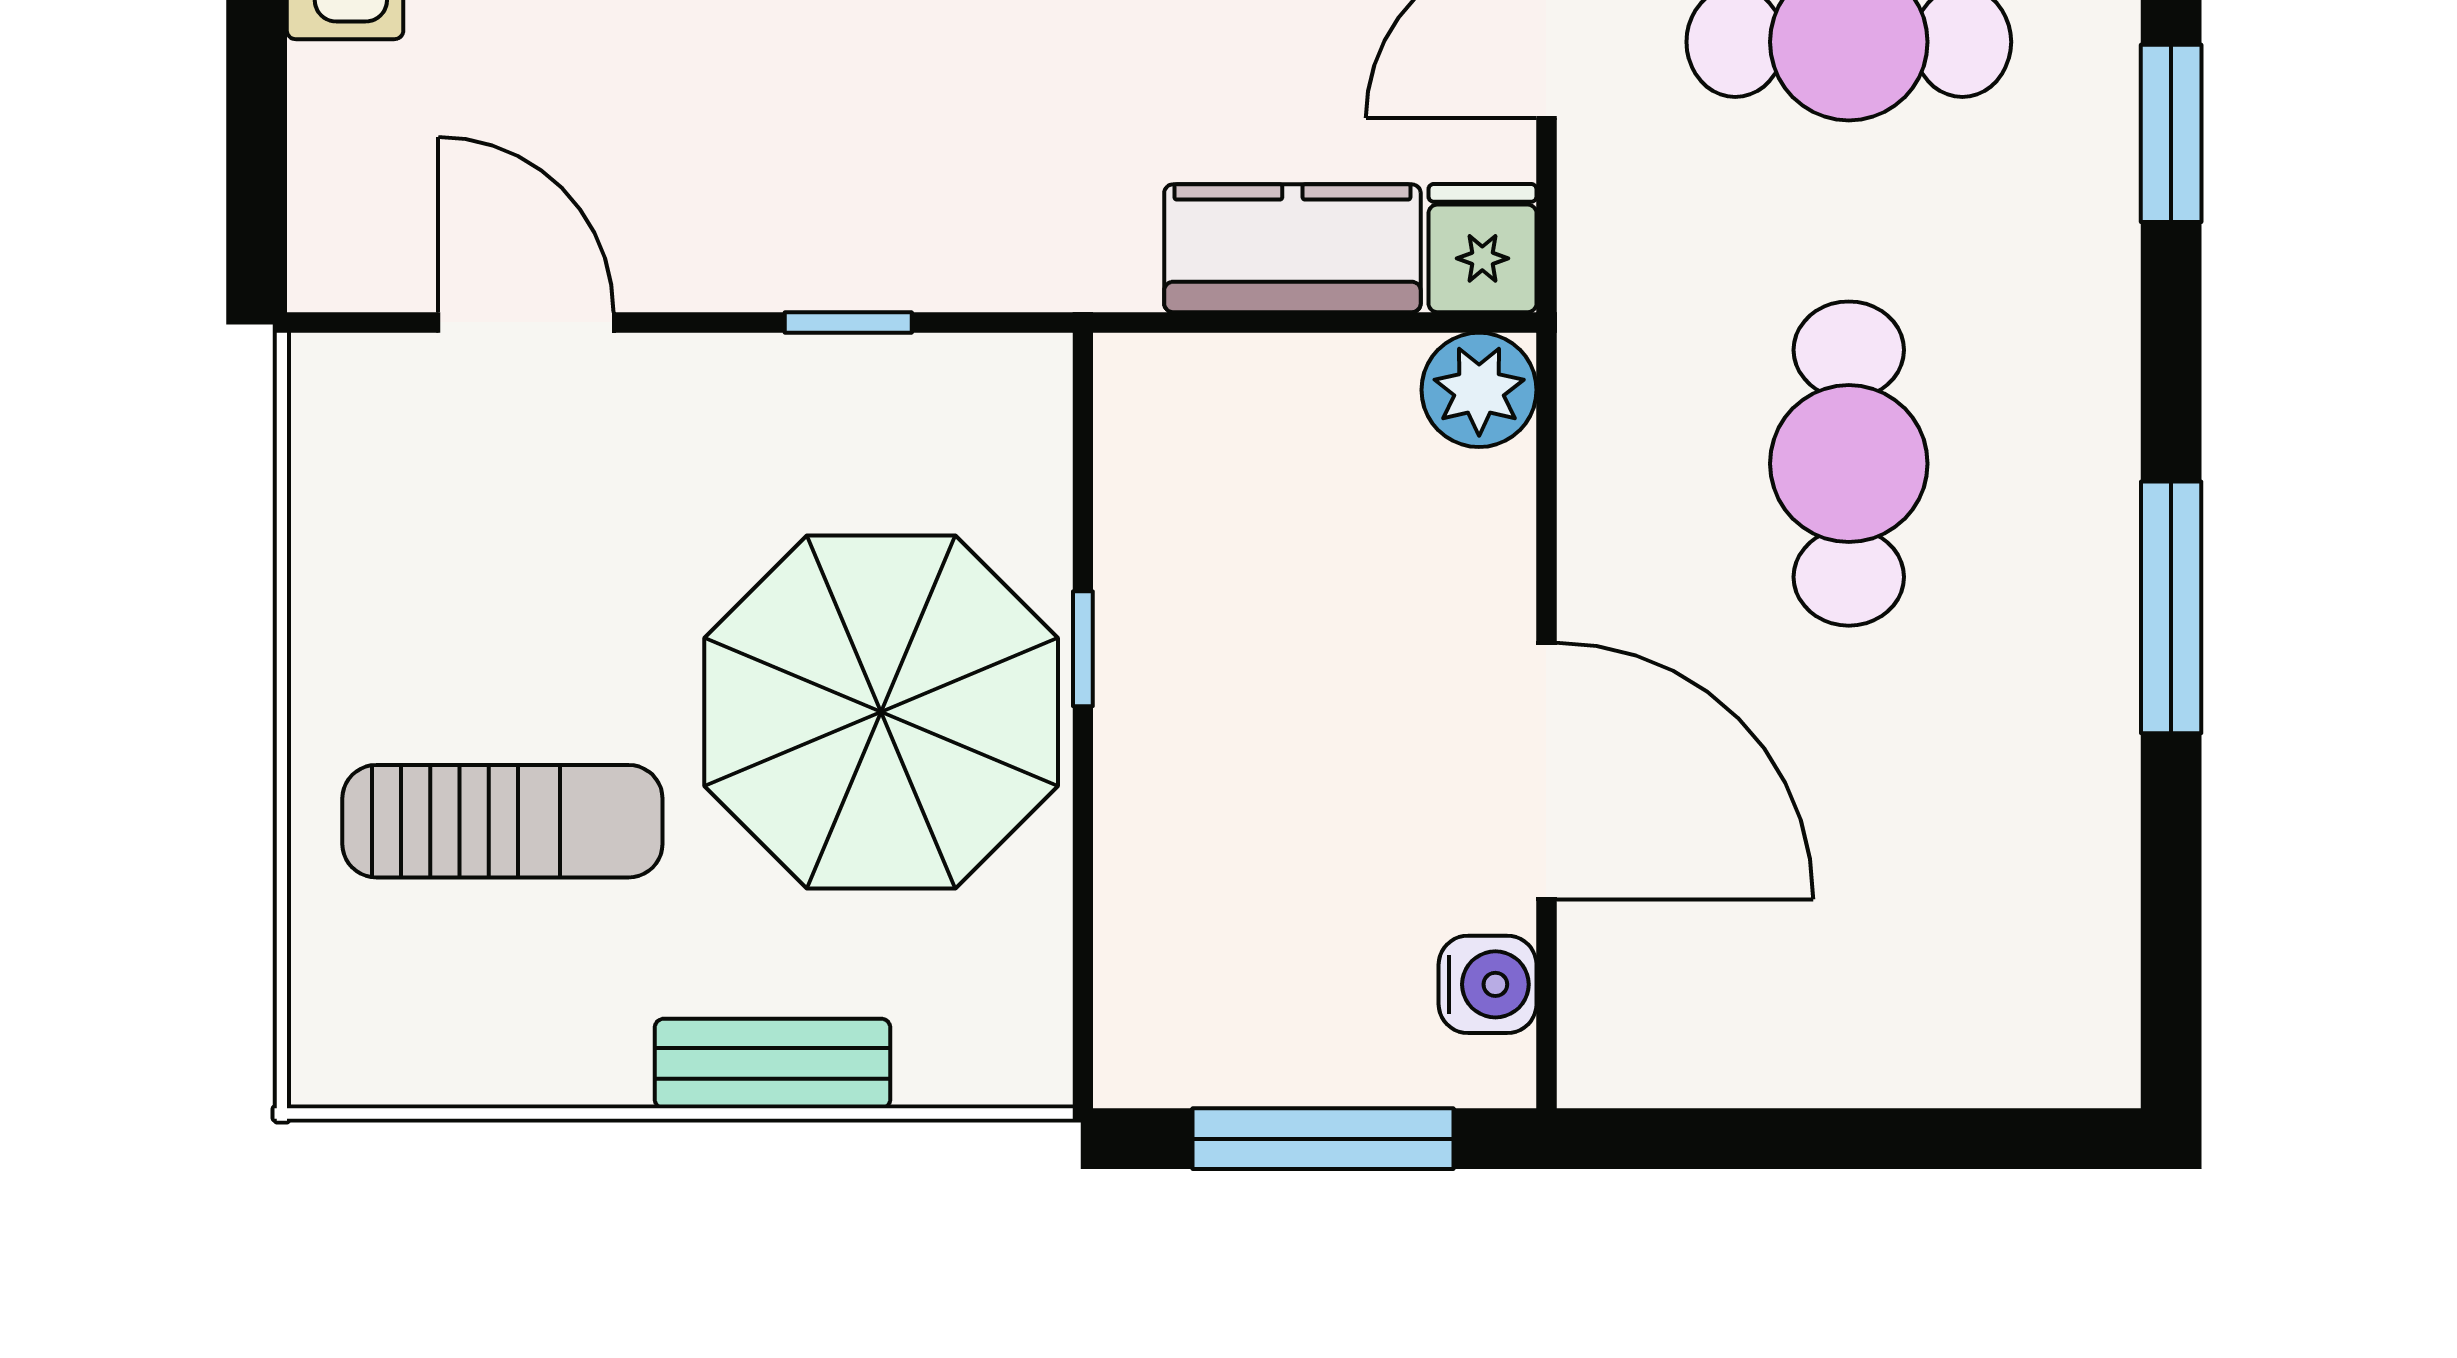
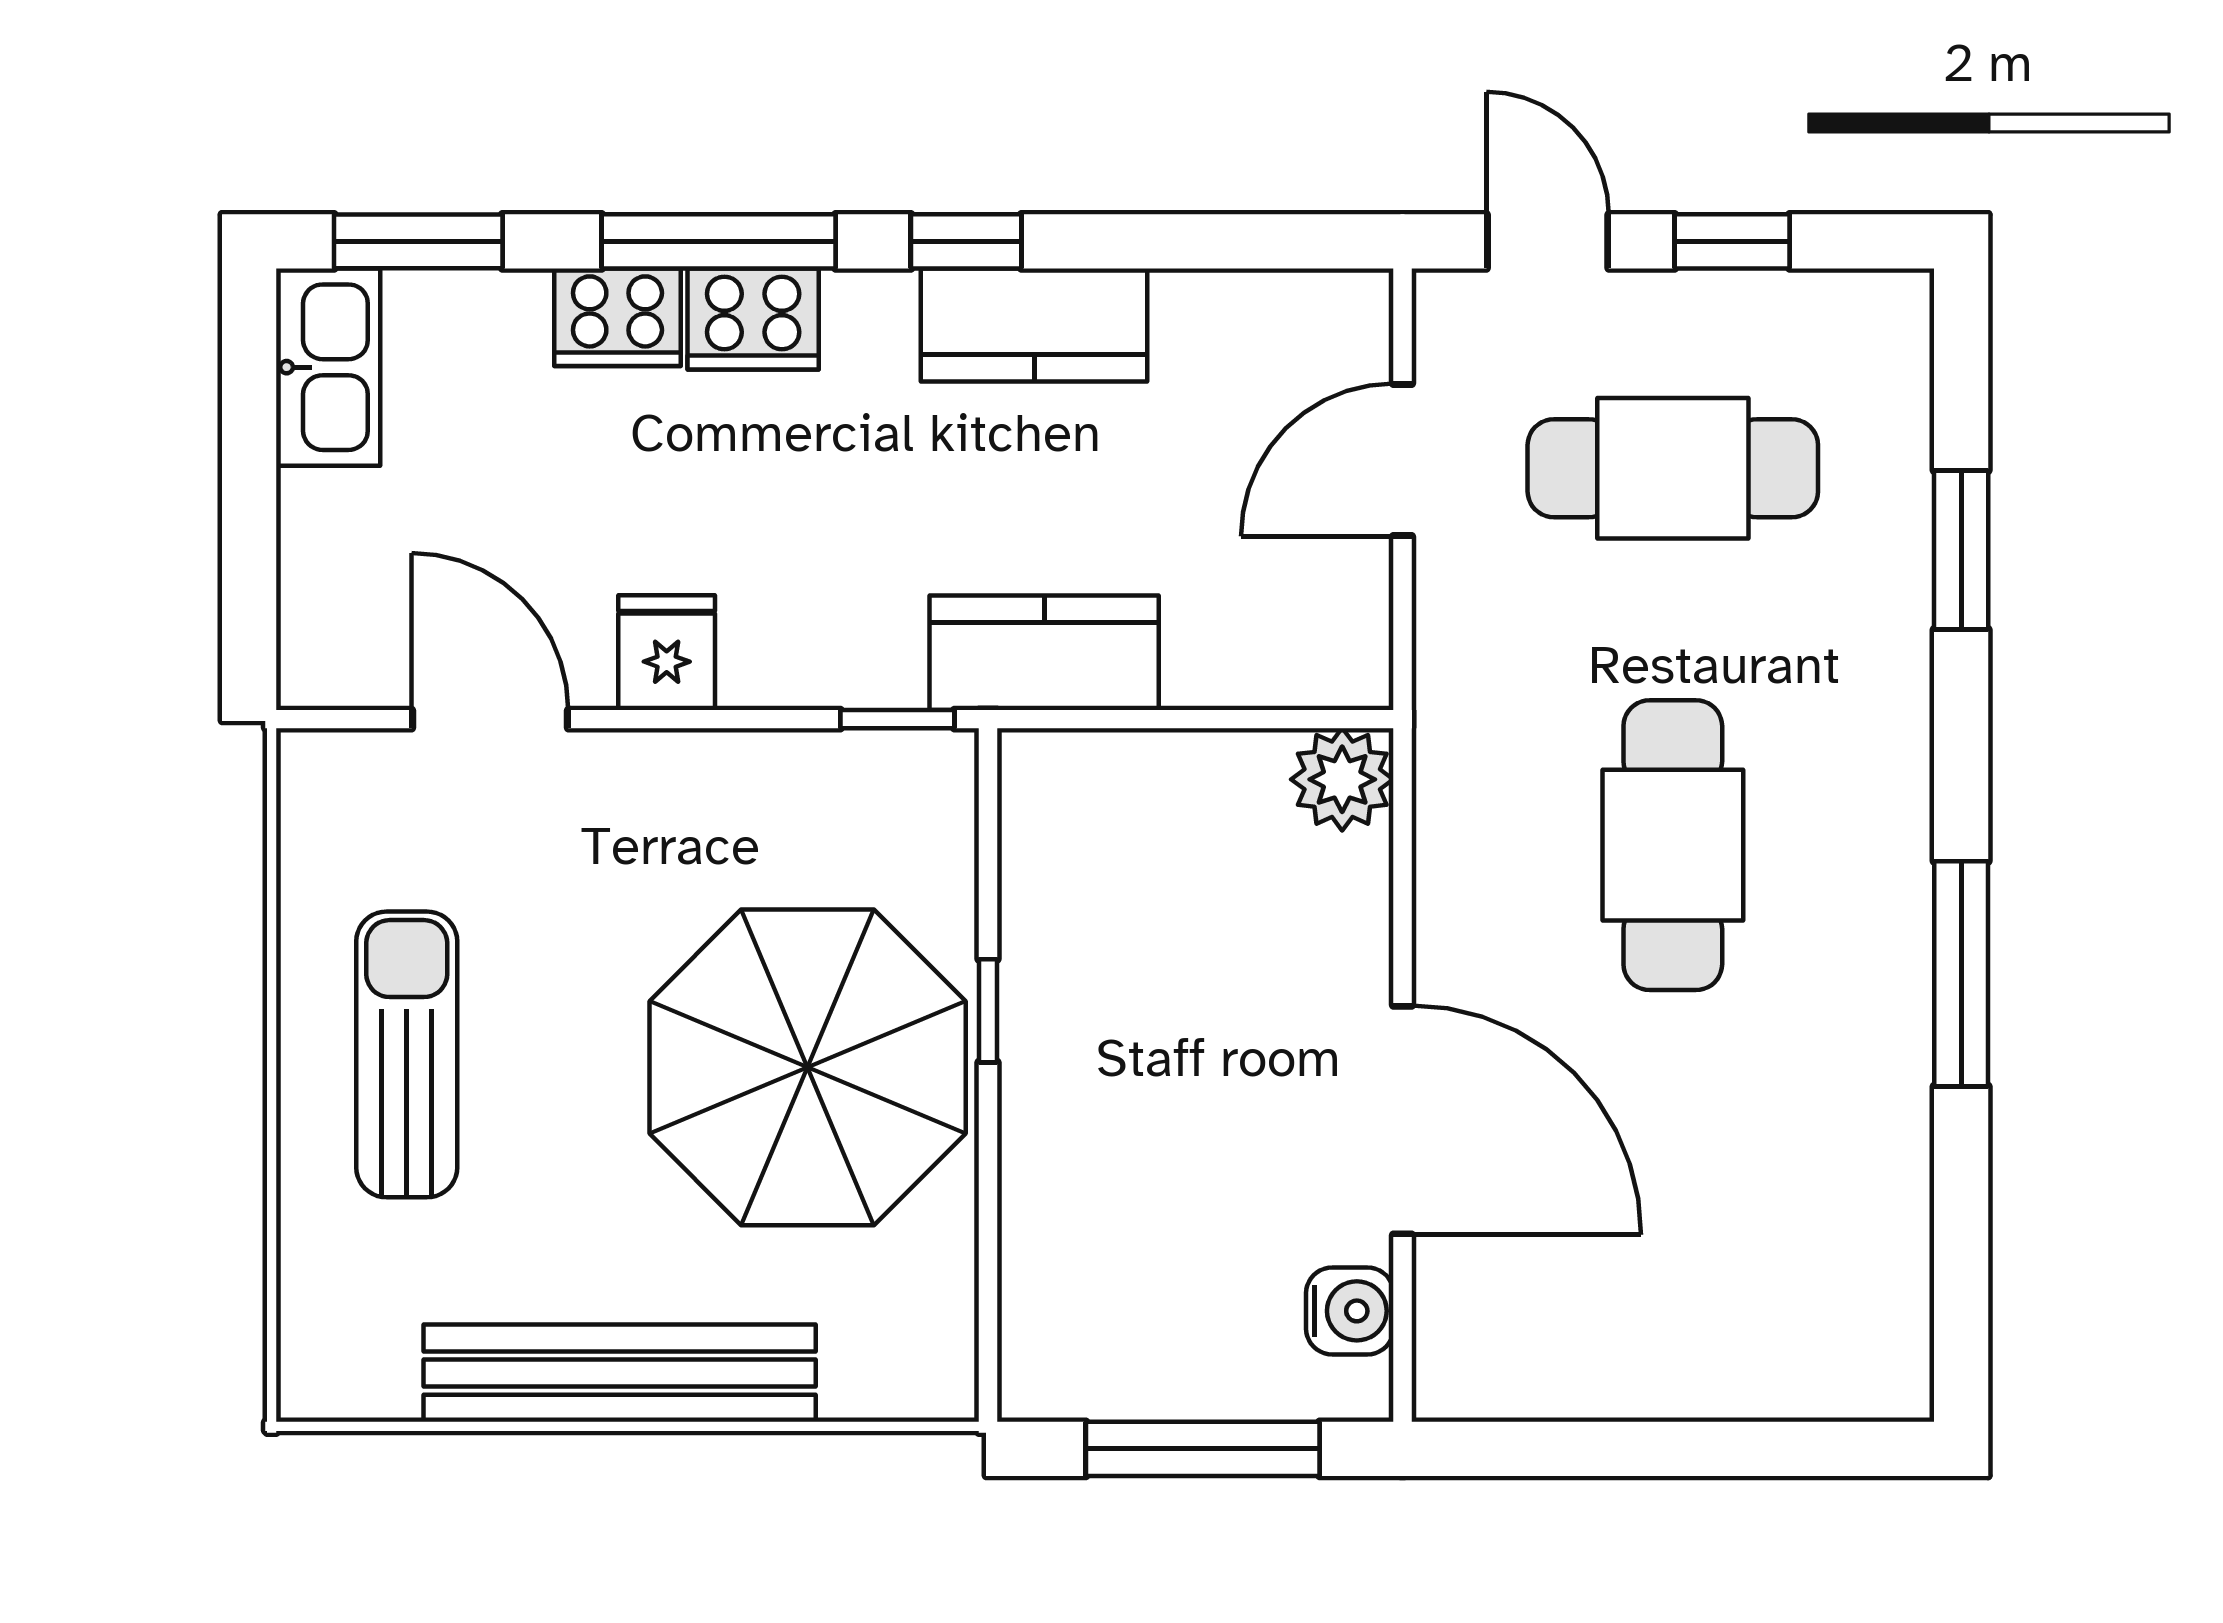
kitchen counter: (1292, 248) -> (1044, 653), moved
fridge: (1482, 248) -> (667, 653), moved
window: (848, 322) -> (897, 719), moved
sun lounger: (502, 821) -> (407, 1054), moved, turned -90
bench: (773, 1064) -> (620, 1373), width x1.86, depth x1.21

